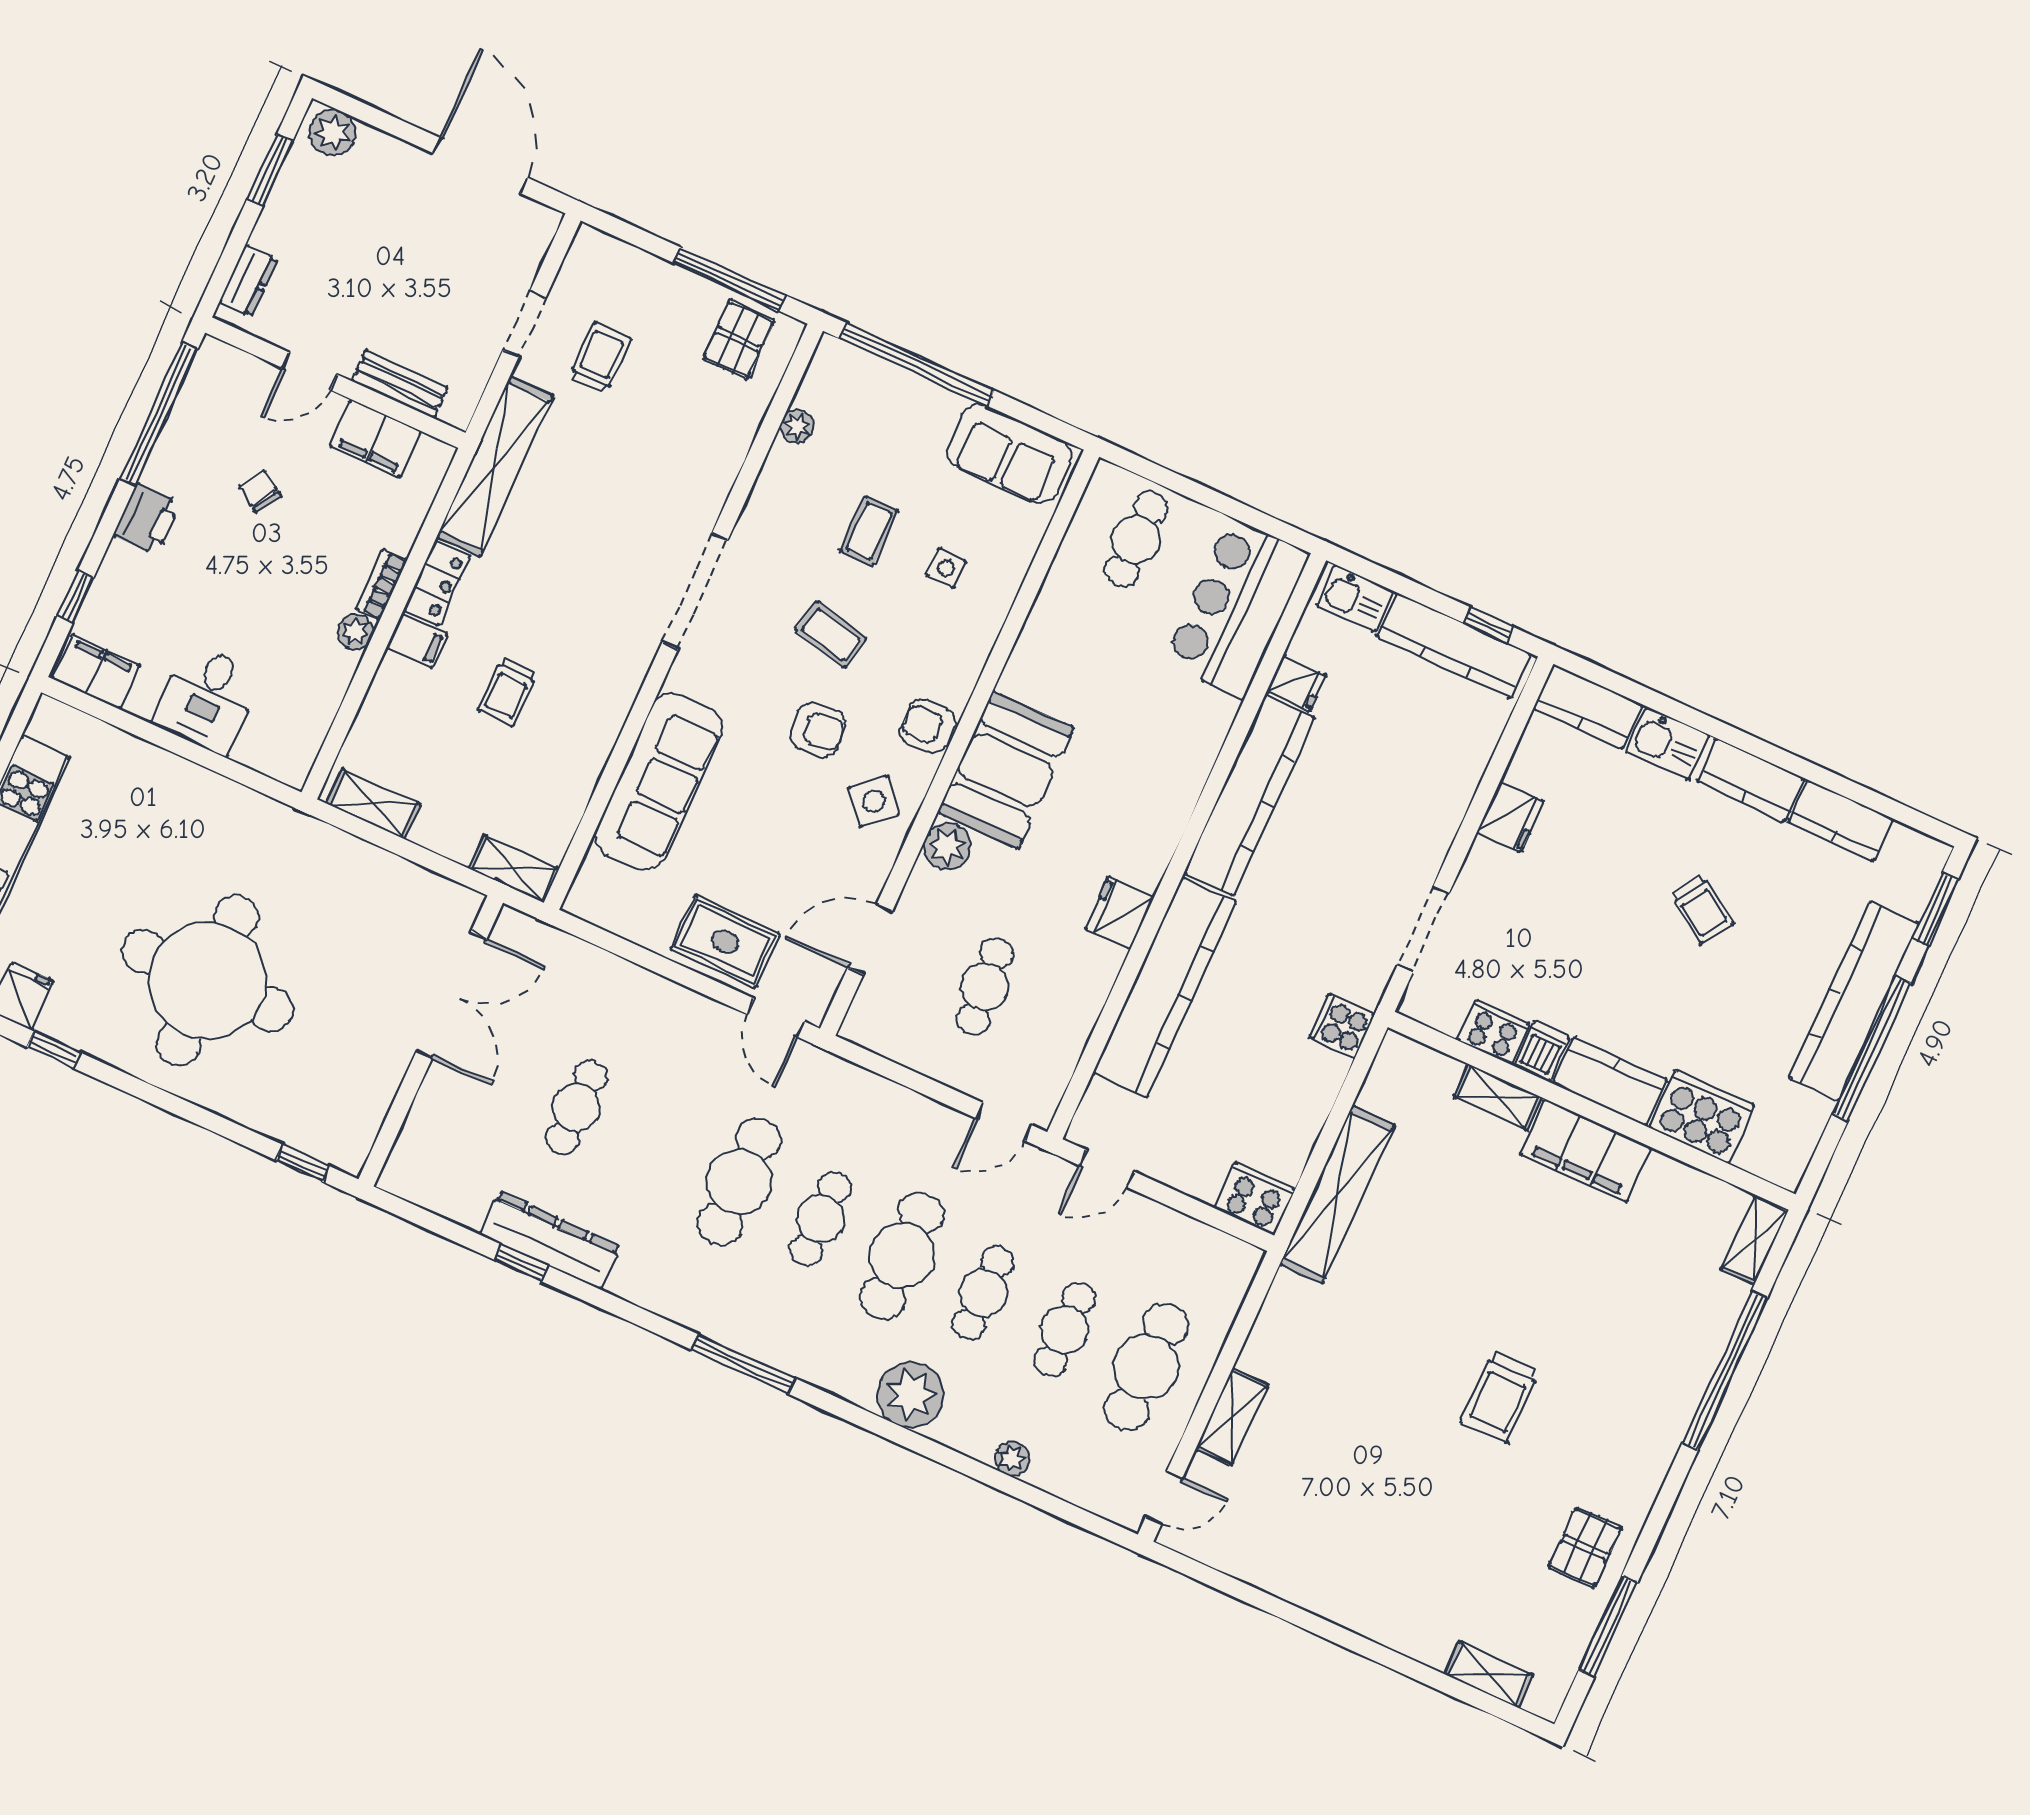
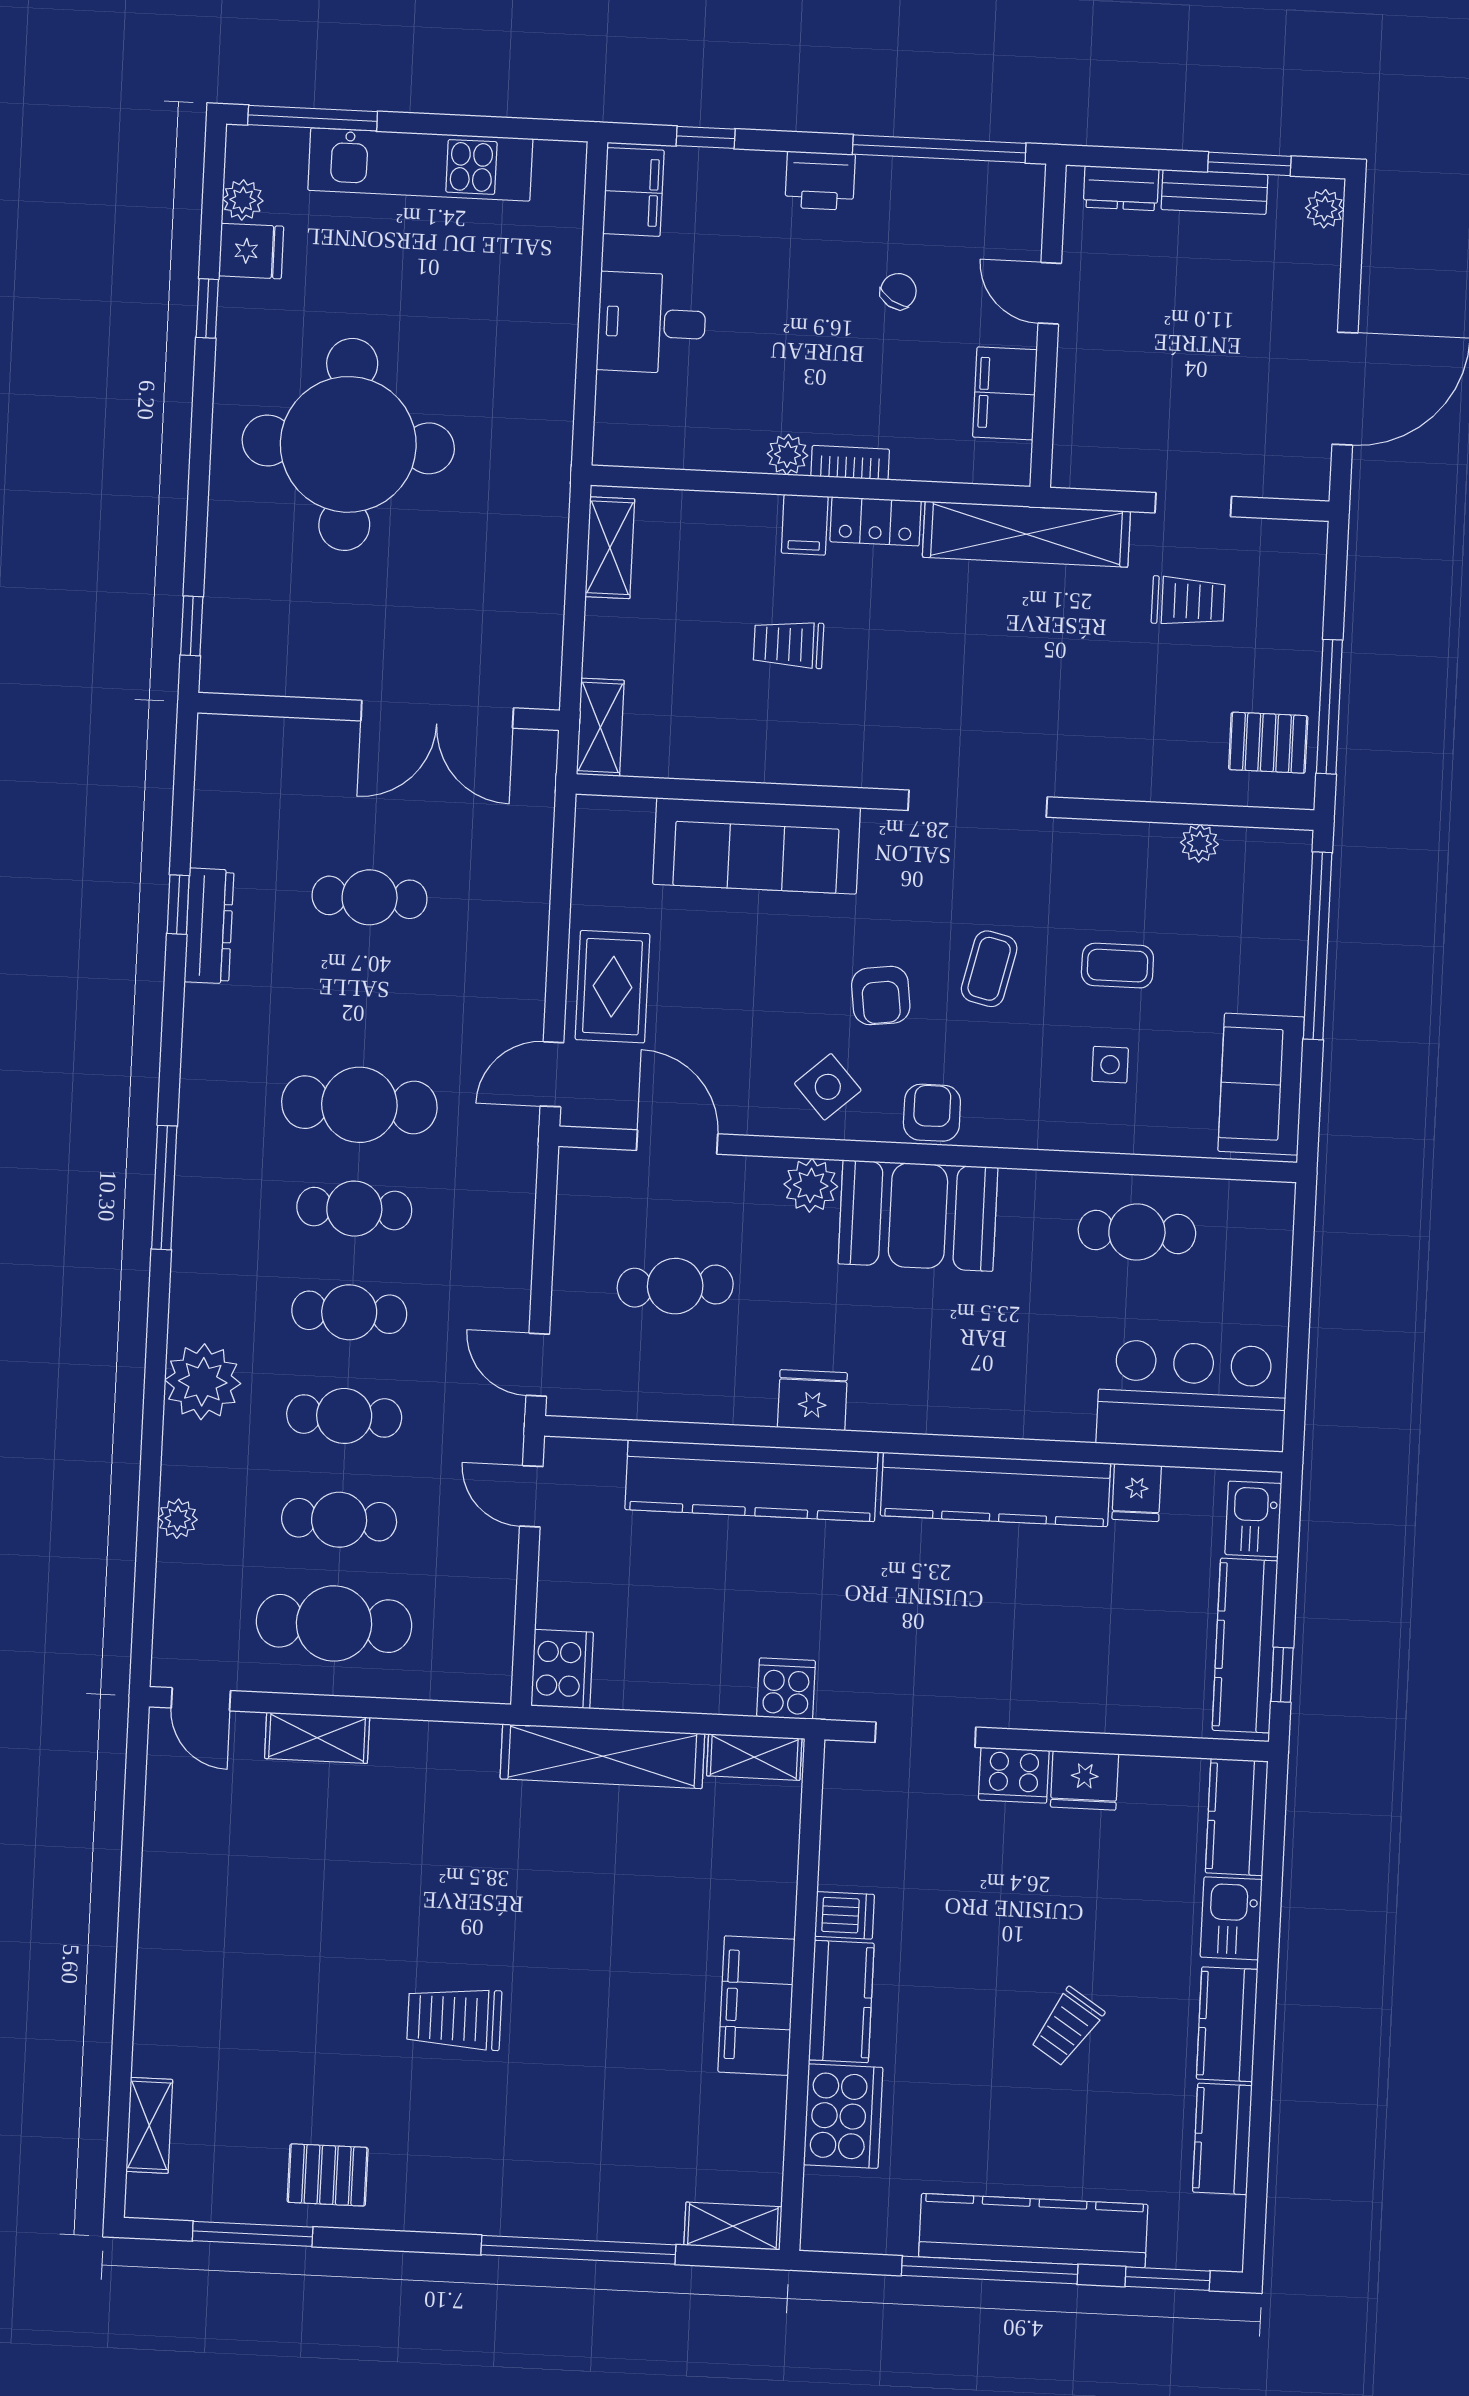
plant: (333, 133) -> (1325, 209), width x0.73, depth x0.73
bench: (400, 384) -> (1214, 192), moved, turned 90
cafe table: (1136, 539) -> (1137, 1232), moved
cooker: (1494, 1032) -> (1014, 1775), moved, turned 90
shelving: (1498, 1097) -> (754, 1757), moved, turned 90
dresser: (550, 1241) -> (209, 926), width x0.73, depth x0.80
cafe table: (902, 1256) -> (349, 1312), width x0.73, depth x0.74

